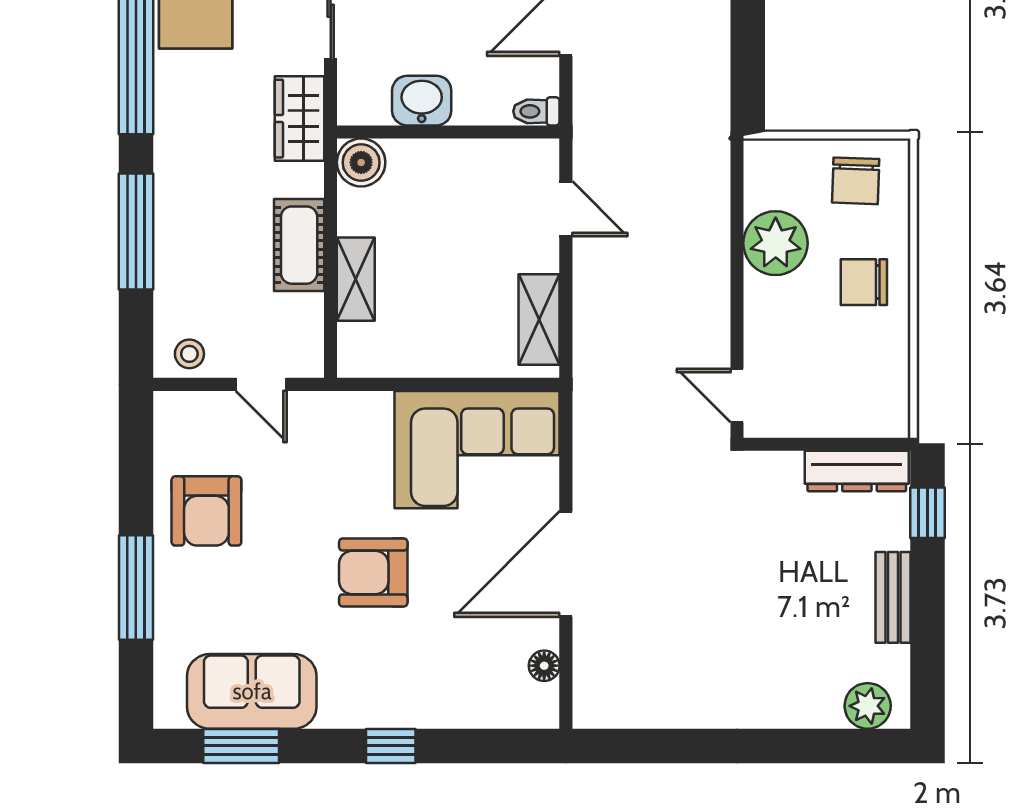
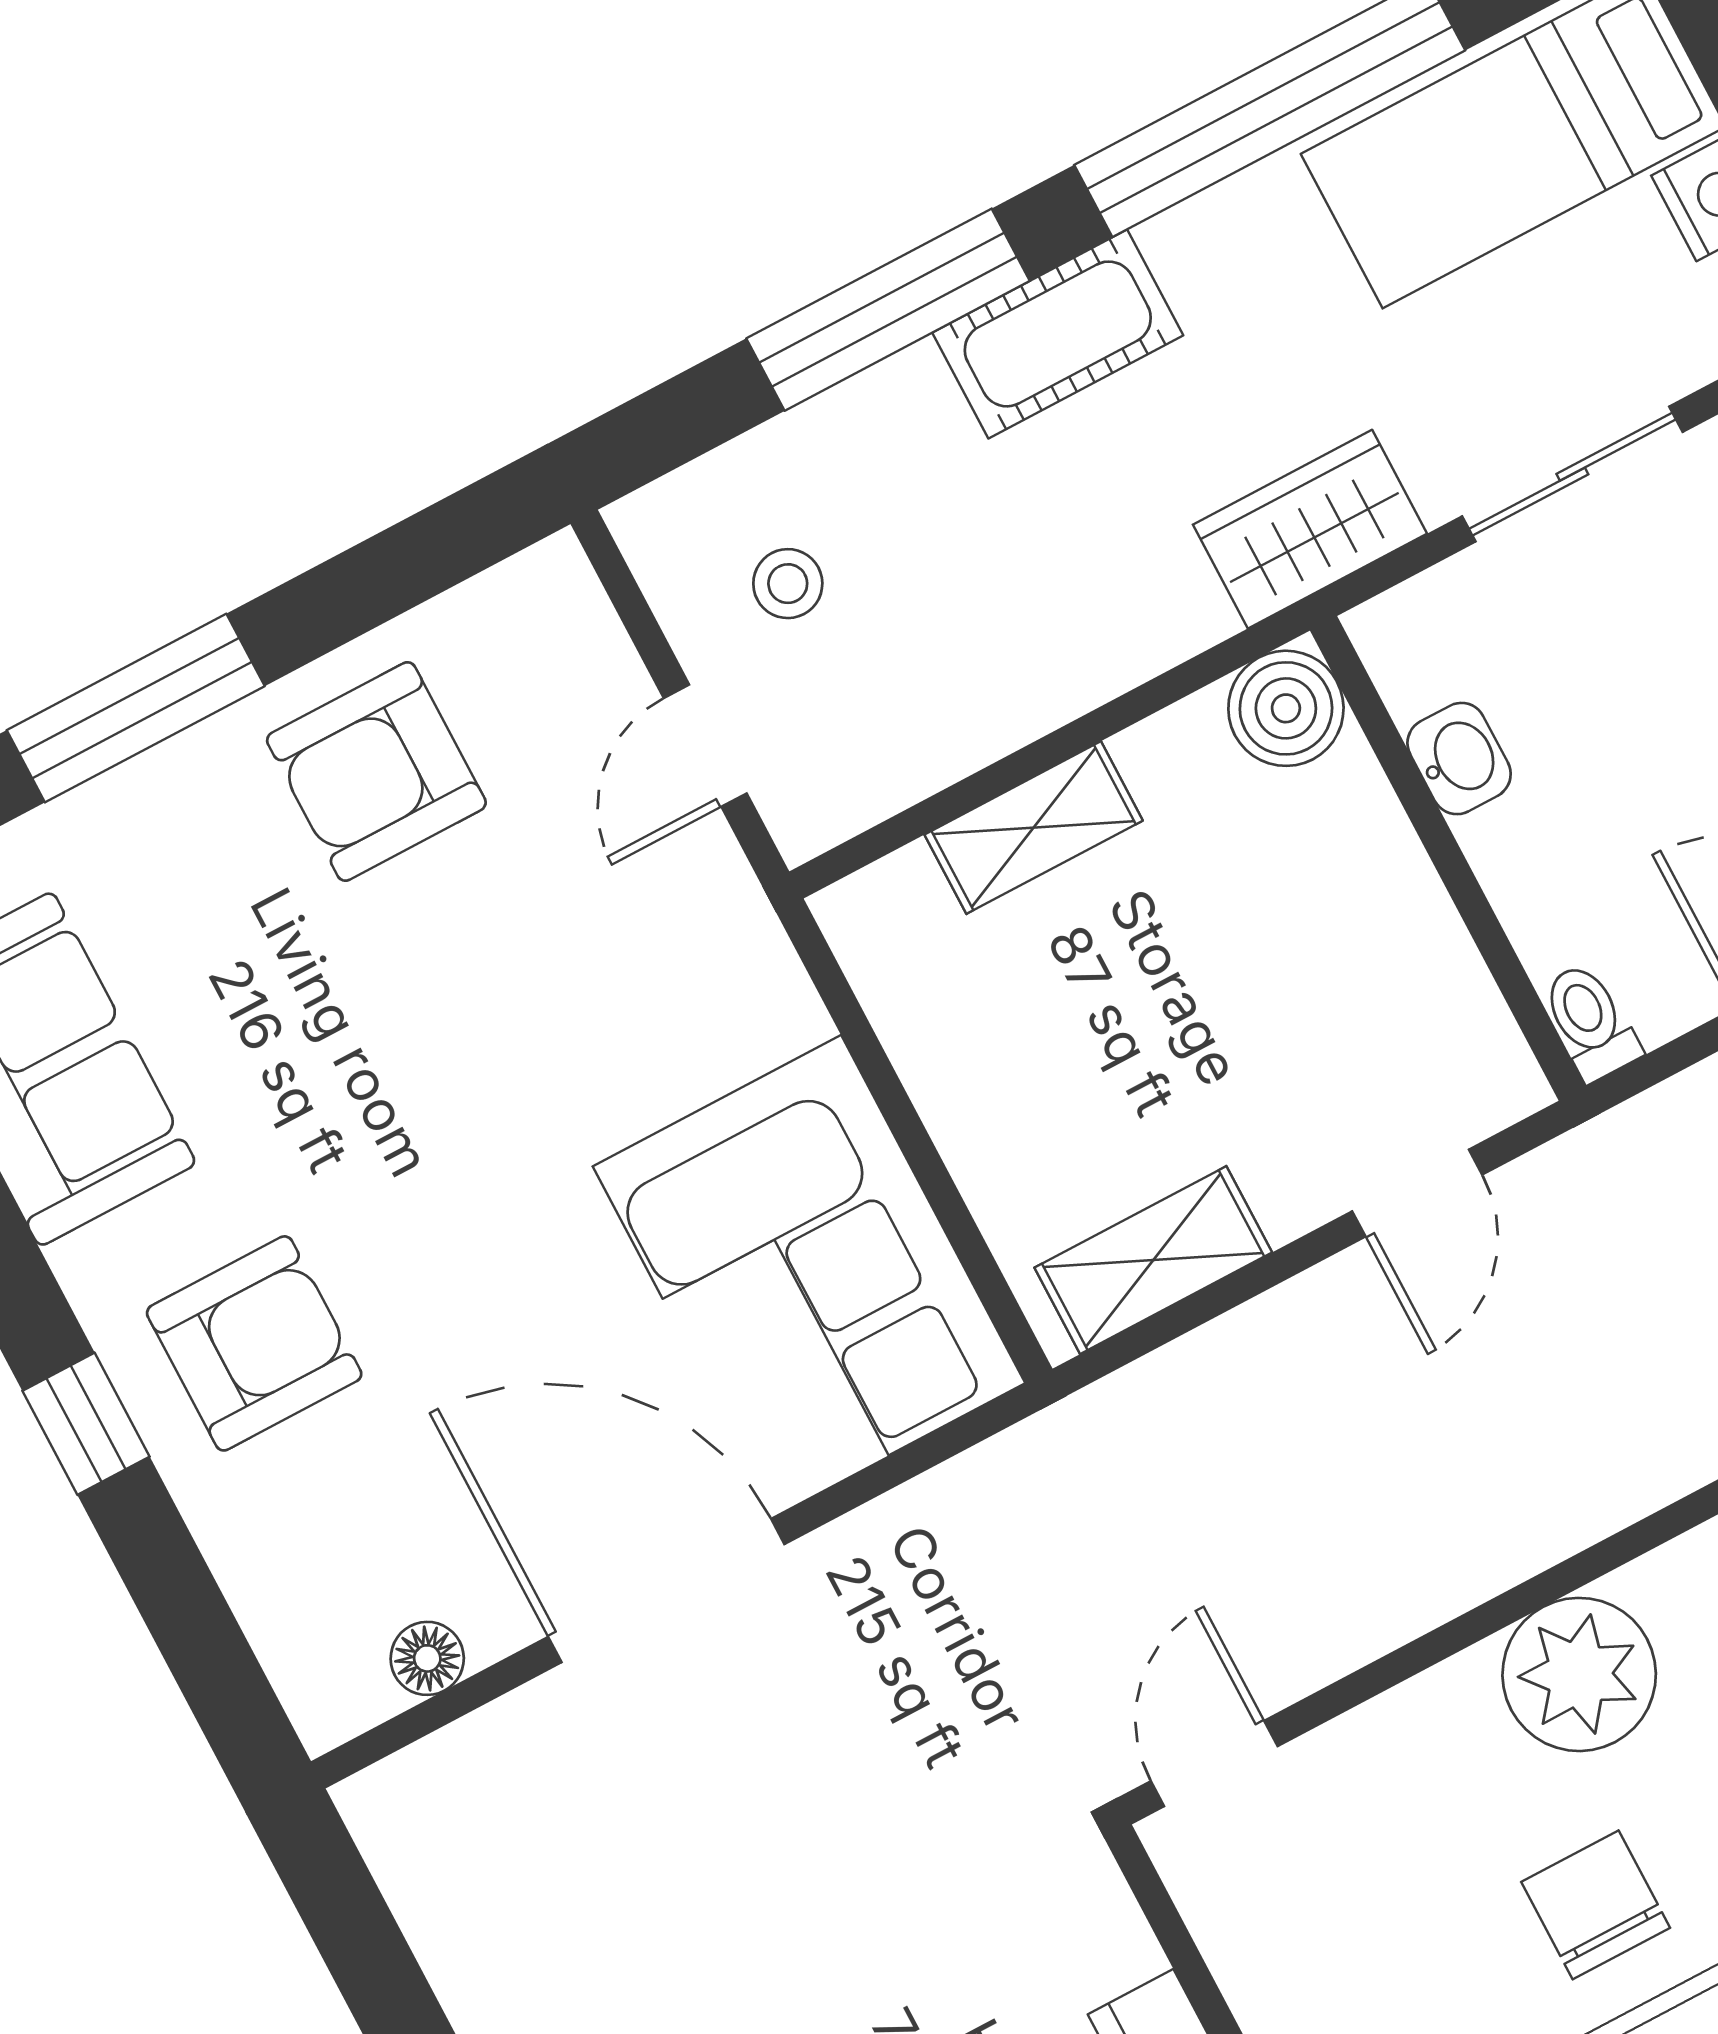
washbasin: (422, 101) -> (1459, 759), width x0.72, depth x0.69
cot: (299, 245) -> (1058, 334), moved
stool: (189, 354) -> (788, 584), moved
armchair: (373, 572) -> (254, 1343), moved, turned 90

